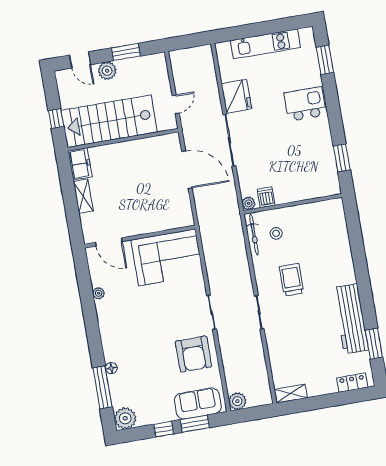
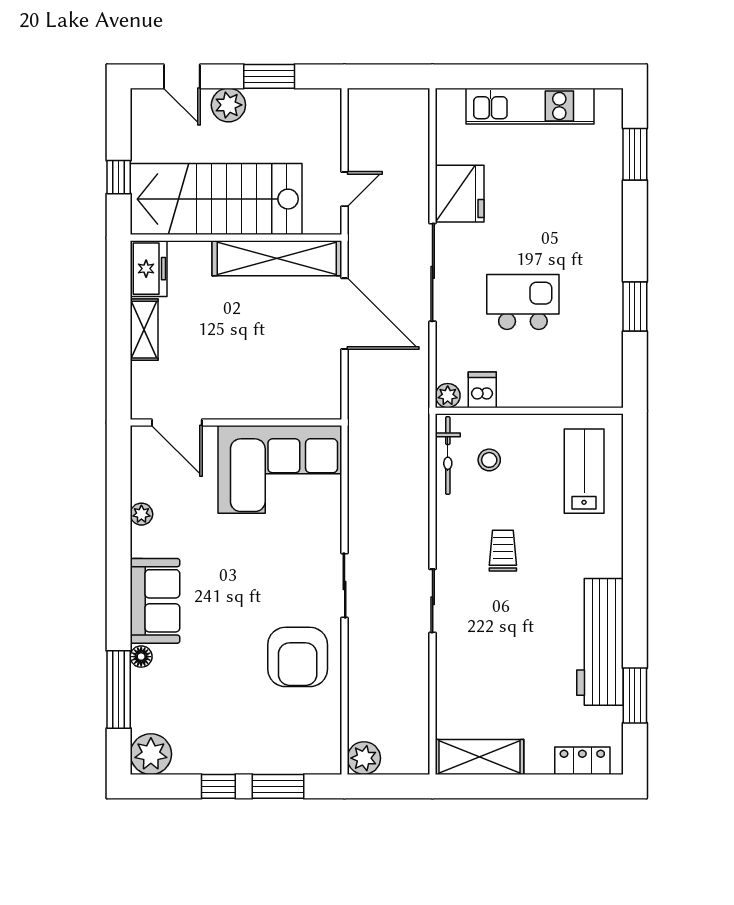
kitchen island: (305, 104) -> (523, 302), moved
shelving: (146, 147) -> (277, 258), added
window: (342, 158) -> (635, 307), moved
lab bench: (327, 231) -> (584, 471), added
trolley: (292, 280) -> (503, 551), width x0.73, depth x0.72
shelving: (291, 394) -> (480, 757), width x1.50, depth x1.33
sofa: (198, 404) -> (155, 601), moved, turned 90

